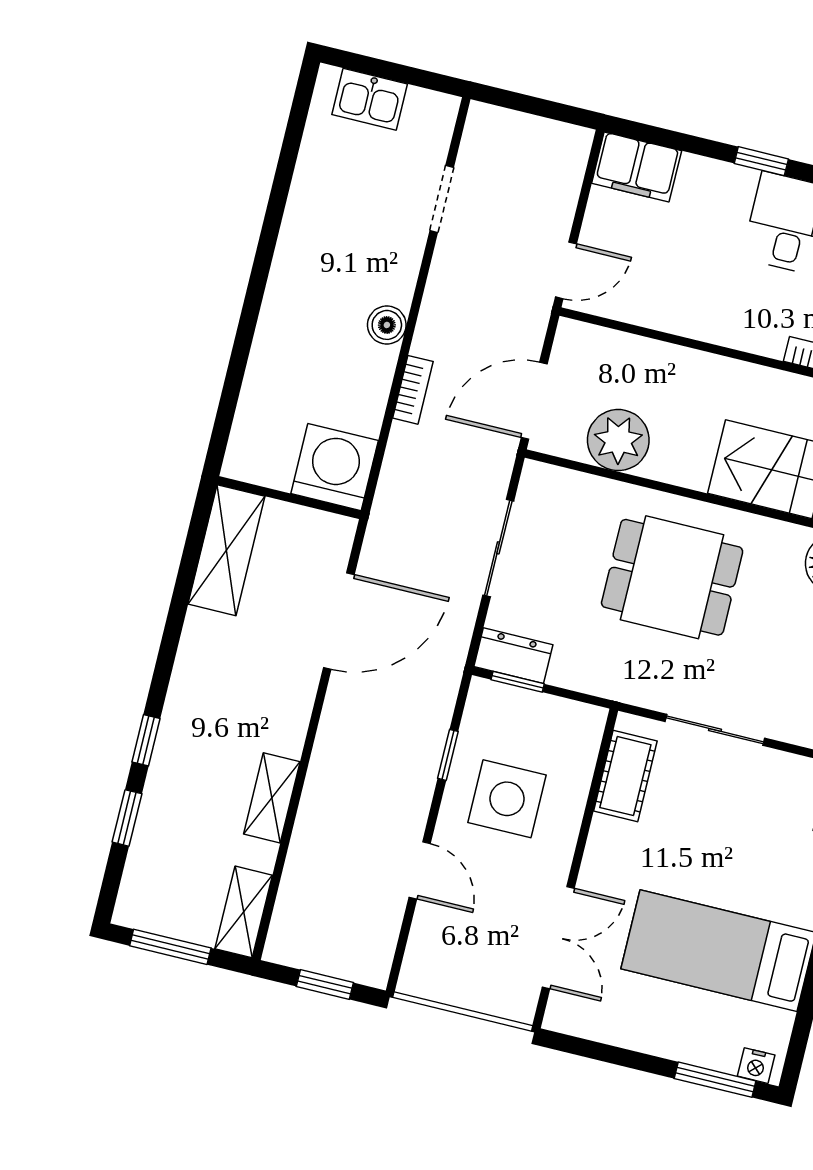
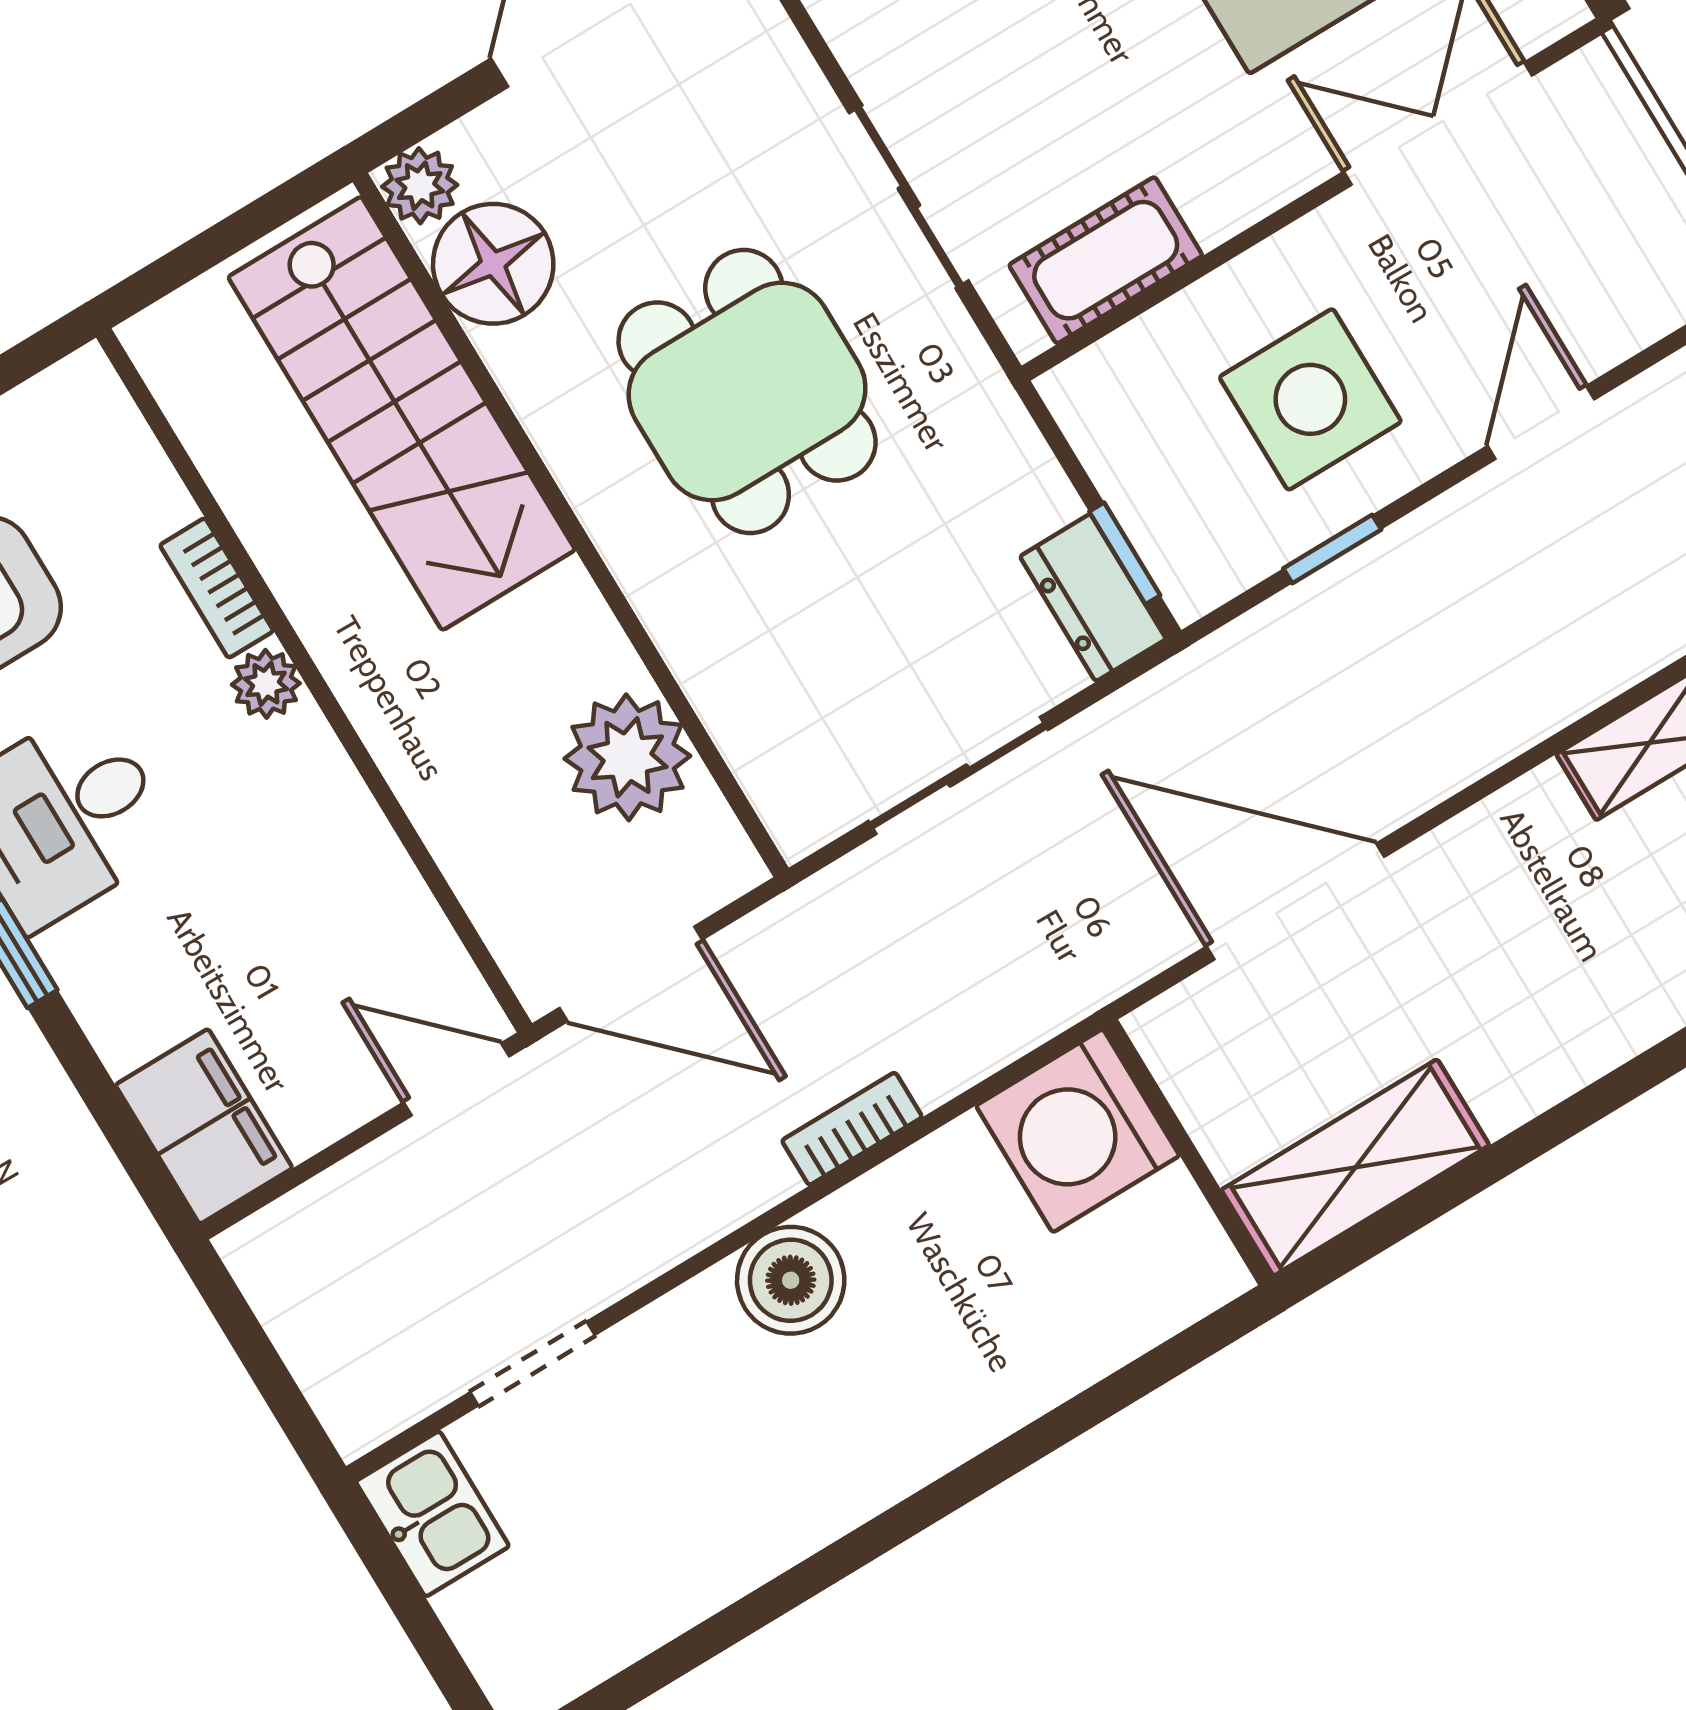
kitchen sink: (370, 99) -> (432, 1514), moved
boiler: (387, 325) -> (791, 1280), width x1.36, depth x1.36
plant: (768, 341) -> (266, 684), added
door: (534, 401) -> (631, 974), moved
dining table: (672, 577) -> (747, 391), moved

